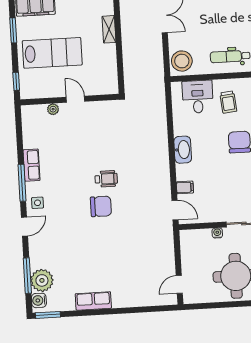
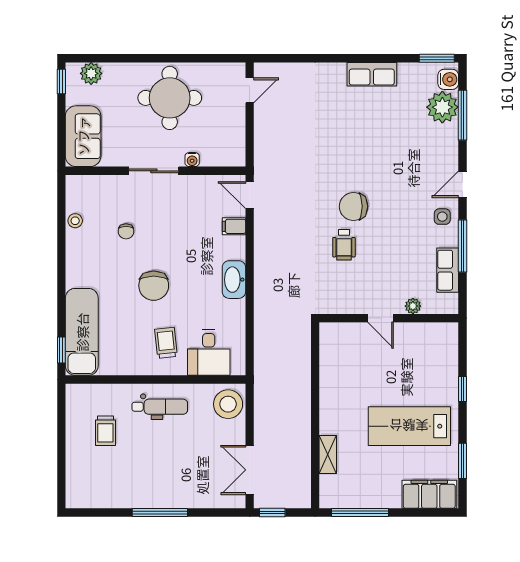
door: (75, 99) -> (381, 318), moved
wall: (70, 100) -> (389, 318), moved
plant: (53, 109) -> (413, 306), moved
wheelchair: (106, 179) -> (344, 245), turned -90

